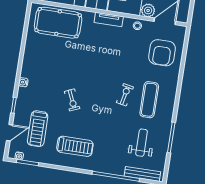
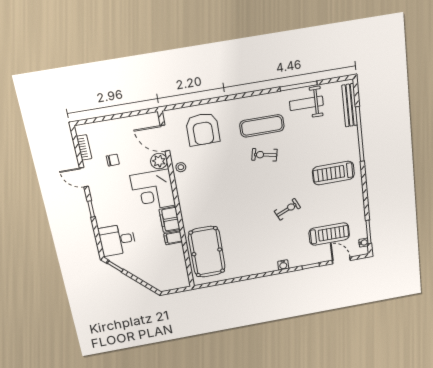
tv unit: (109, 20) -> (185, 201), removed
armchair: (162, 53) -> (203, 129), turned 90
weight bench: (142, 143) -> (306, 103), moved
treadmill: (75, 146) -> (333, 173), moved, turned -90

